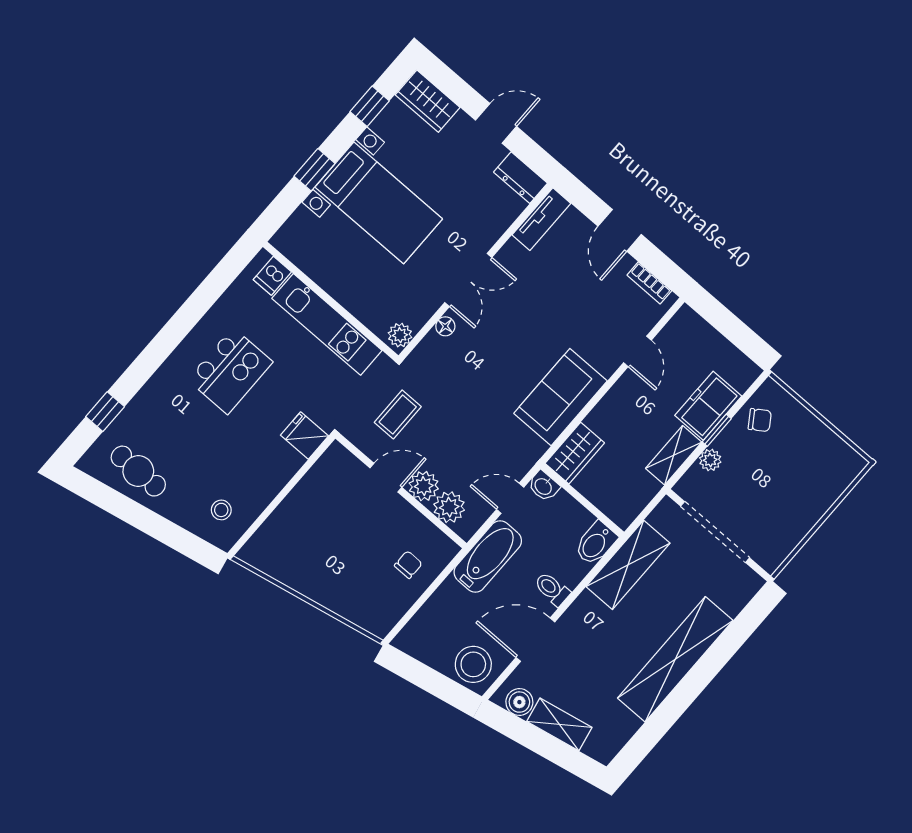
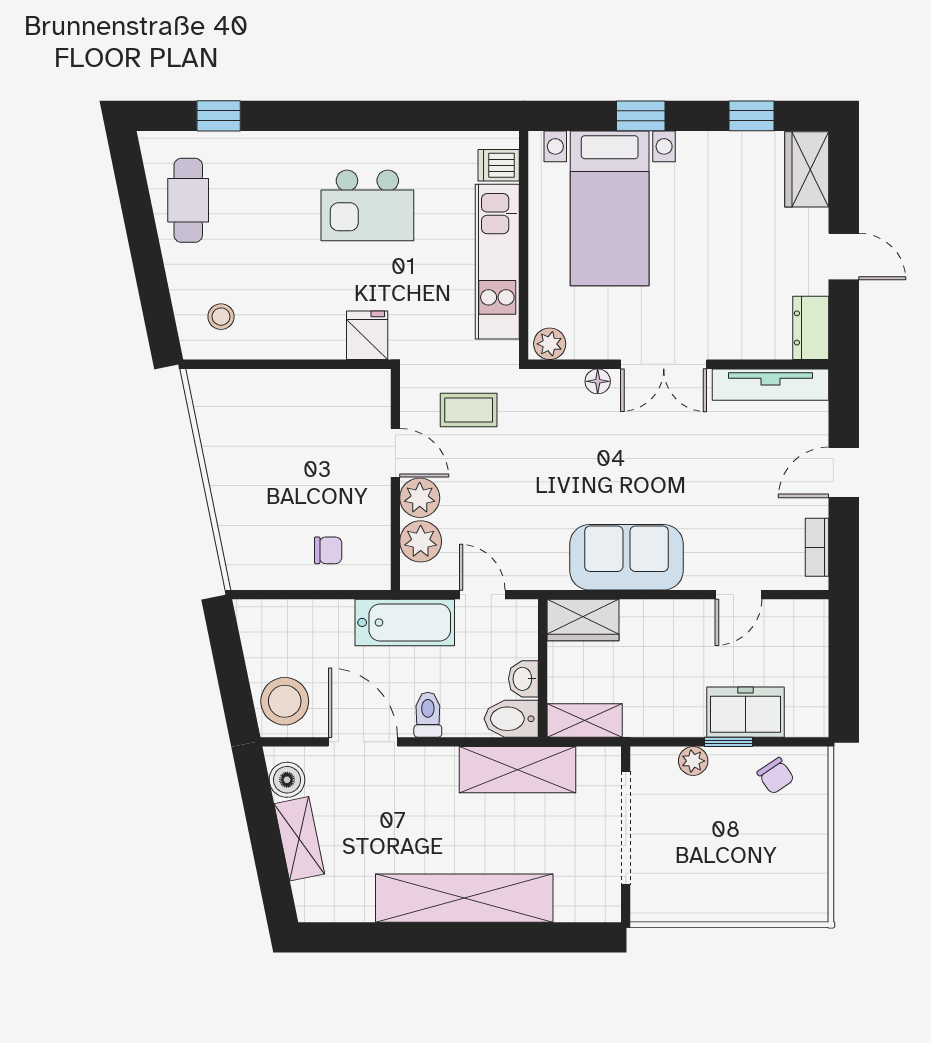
bed with nightstands: (379, 203) -> (610, 208), moved
tv unit: (541, 219) -> (771, 385), width x1.41
shelving: (674, 455) -> (585, 720), moved
washbasin: (544, 486) -> (523, 679), moved

